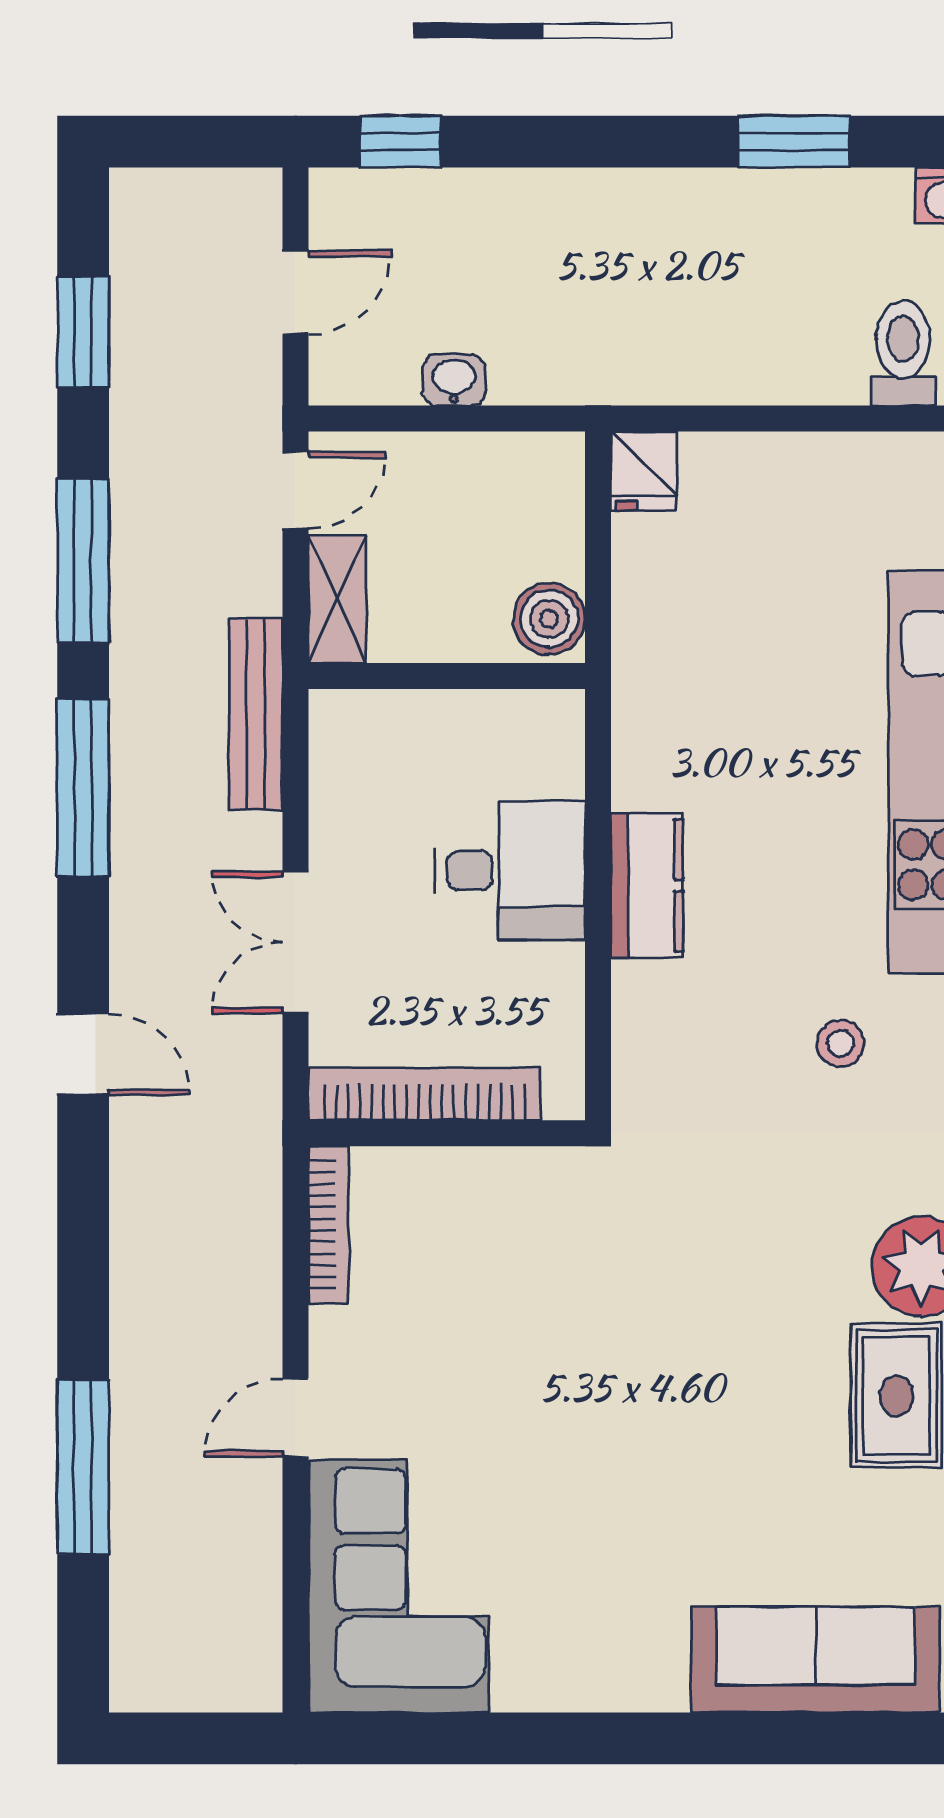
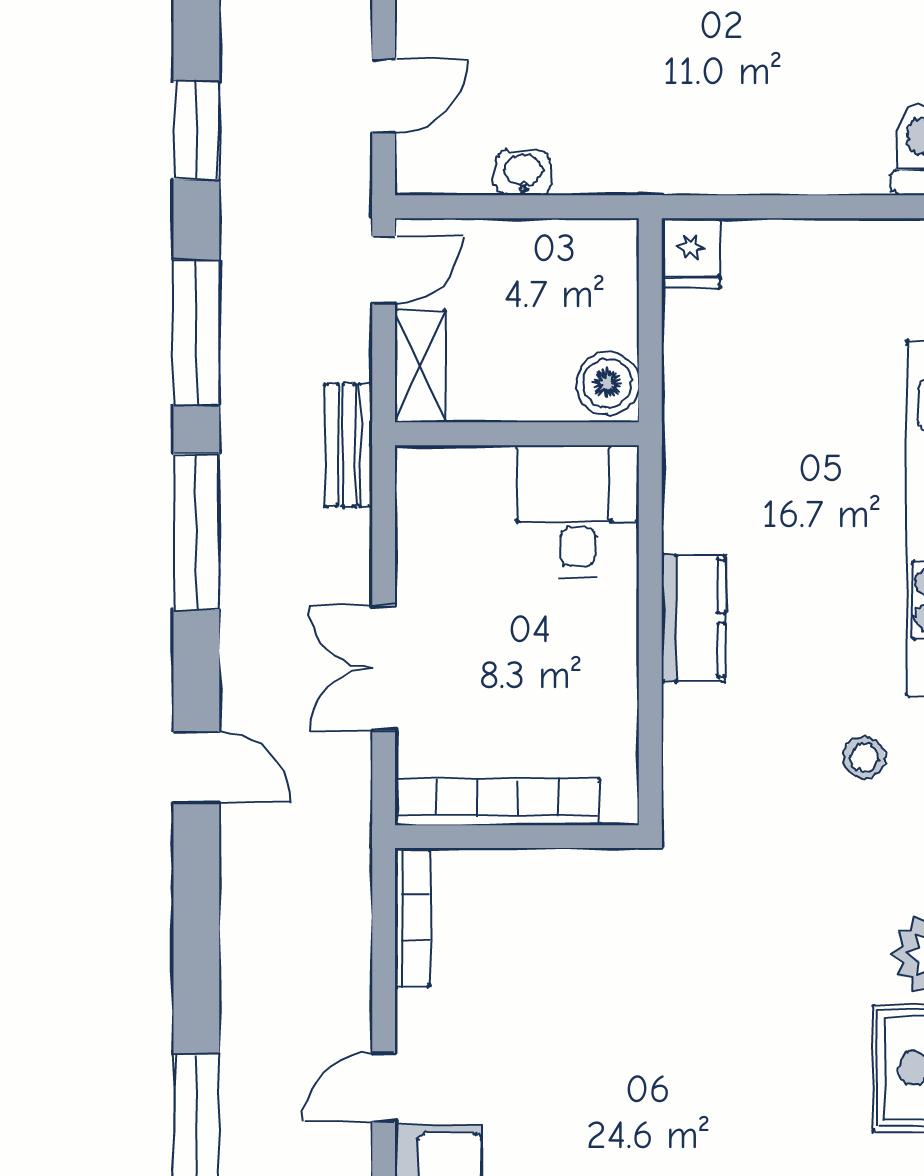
bench: (256, 715) -> (349, 445), width x0.73
desk: (510, 871) -> (578, 511), moved, turned -90

